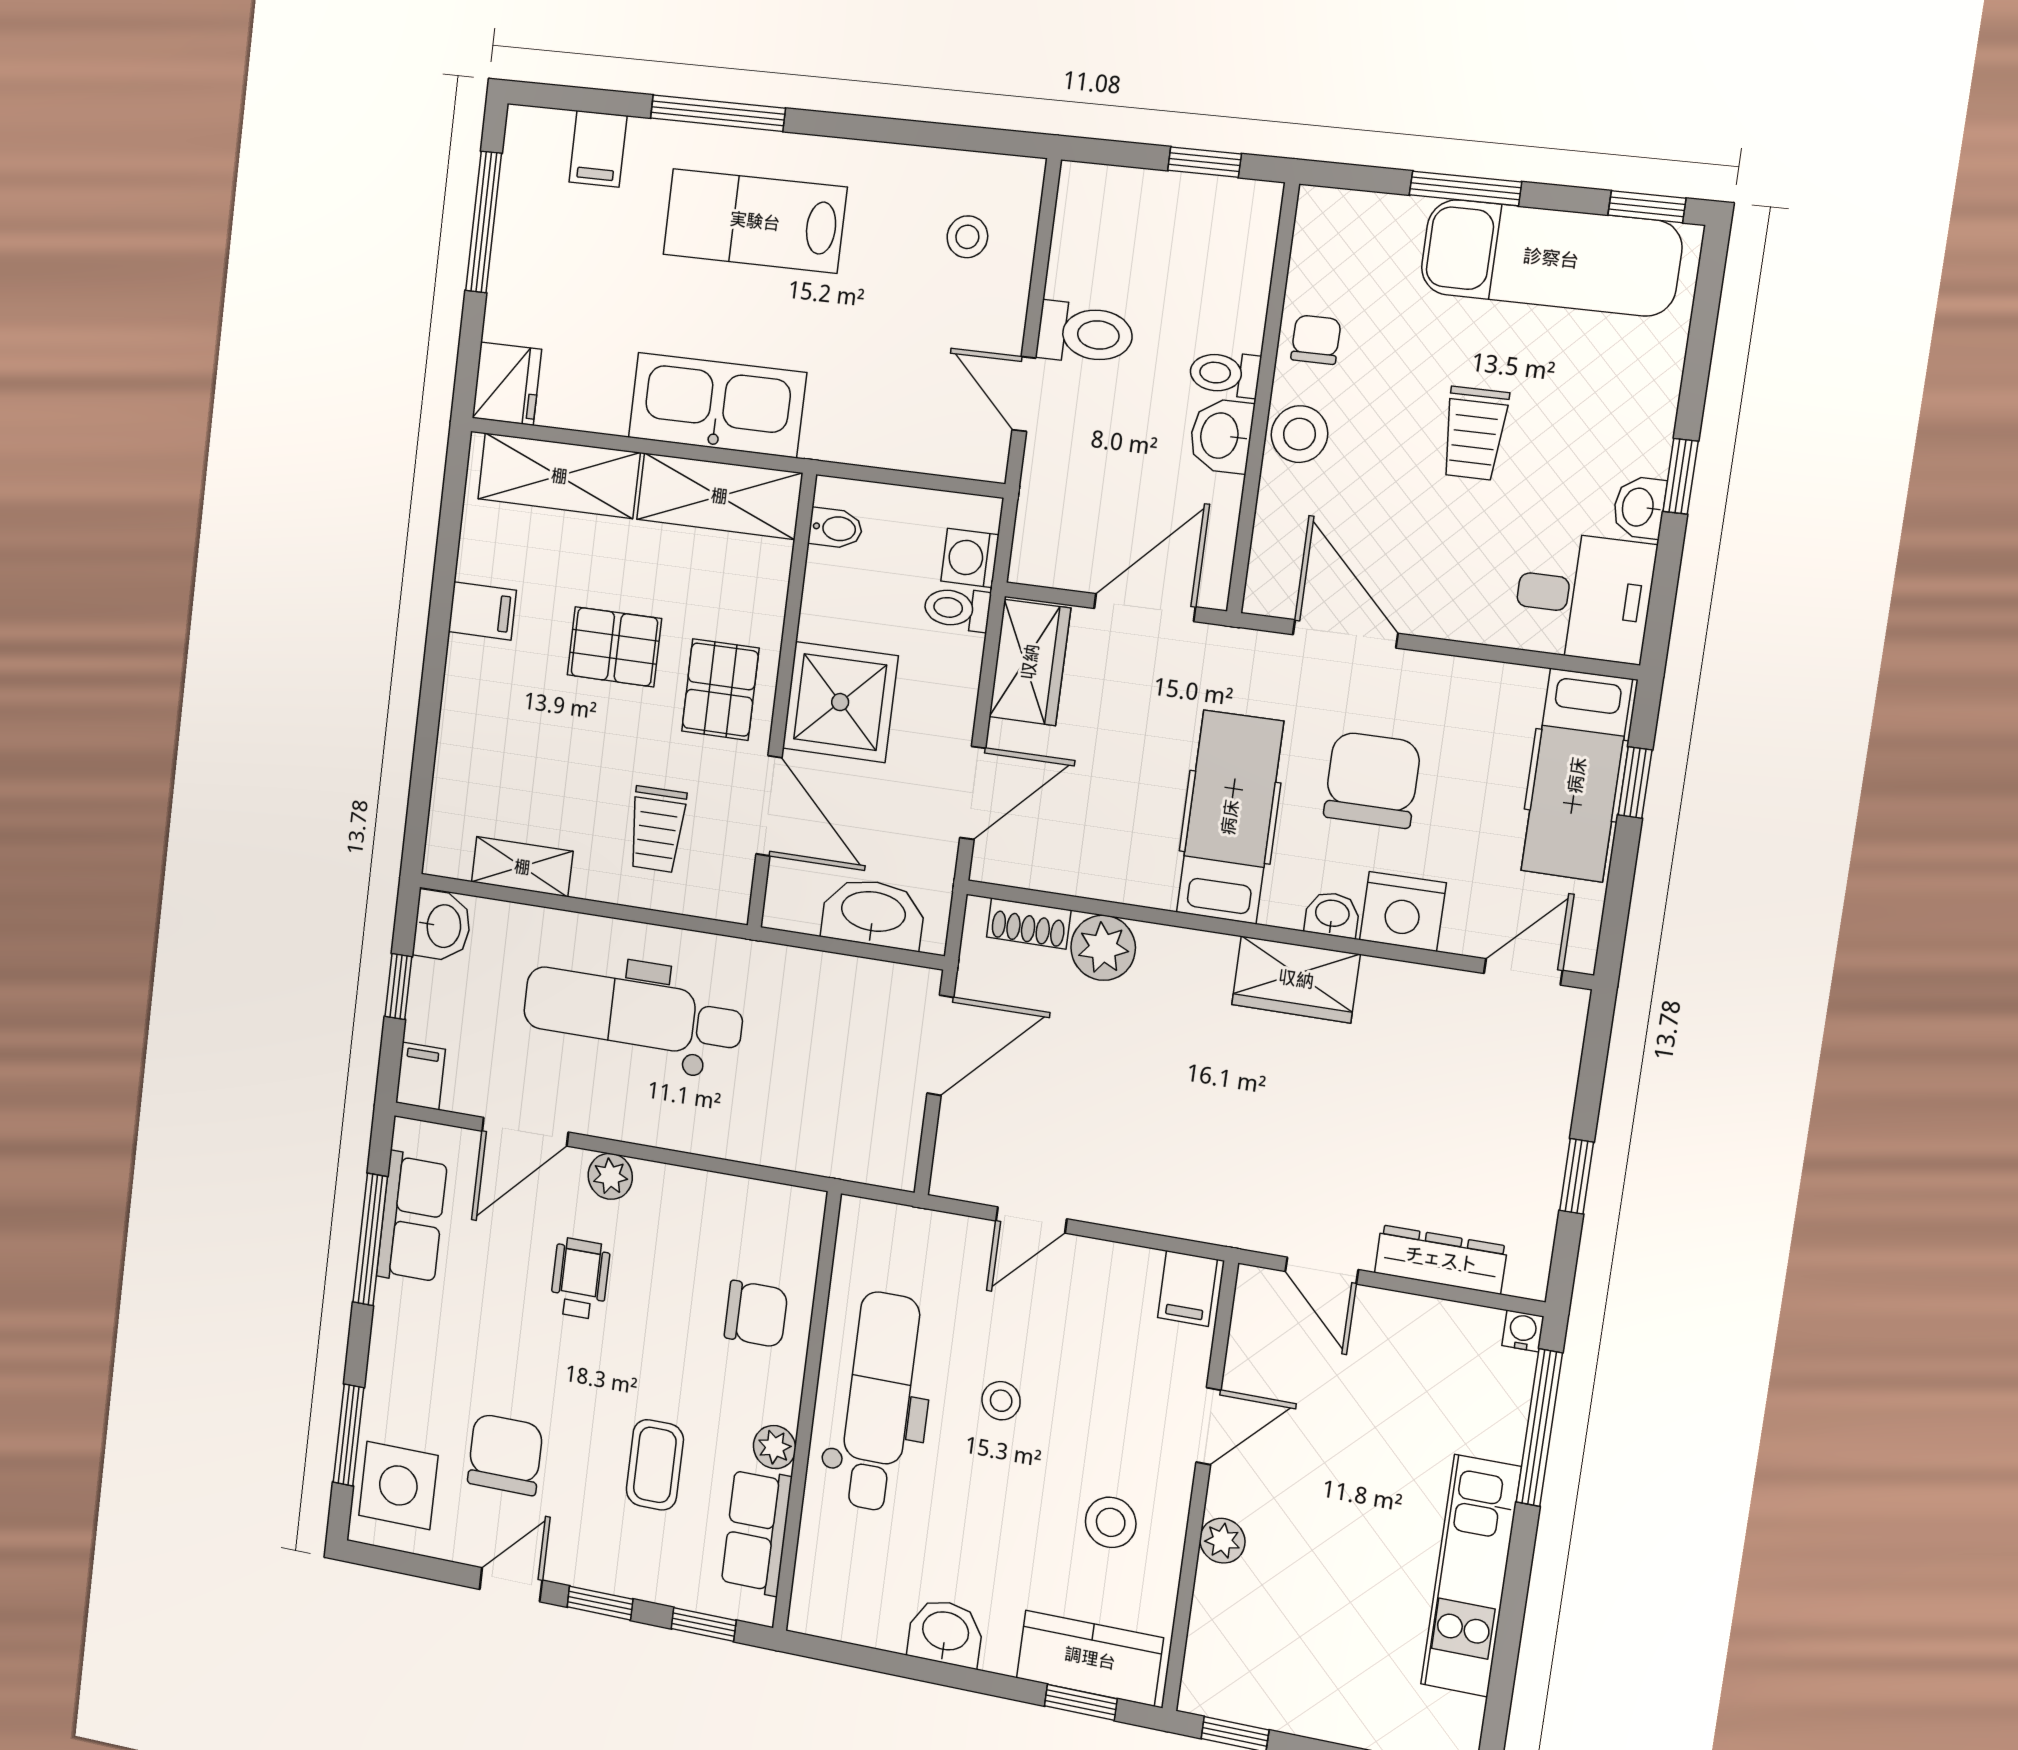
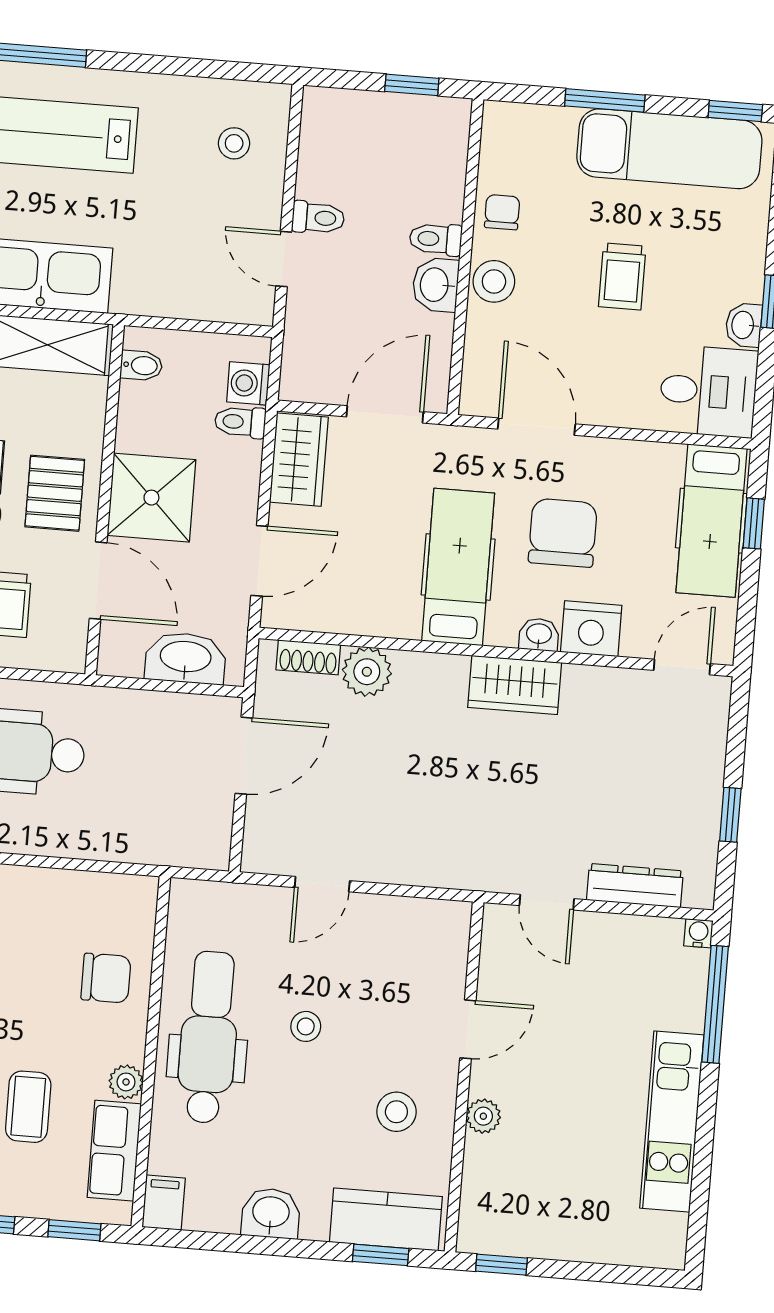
toilet: (1085, 334) -> (318, 218), width x0.73, depth x0.72
filing cabinet: (1187, 1288) -> (164, 1203), moved, turned 180

